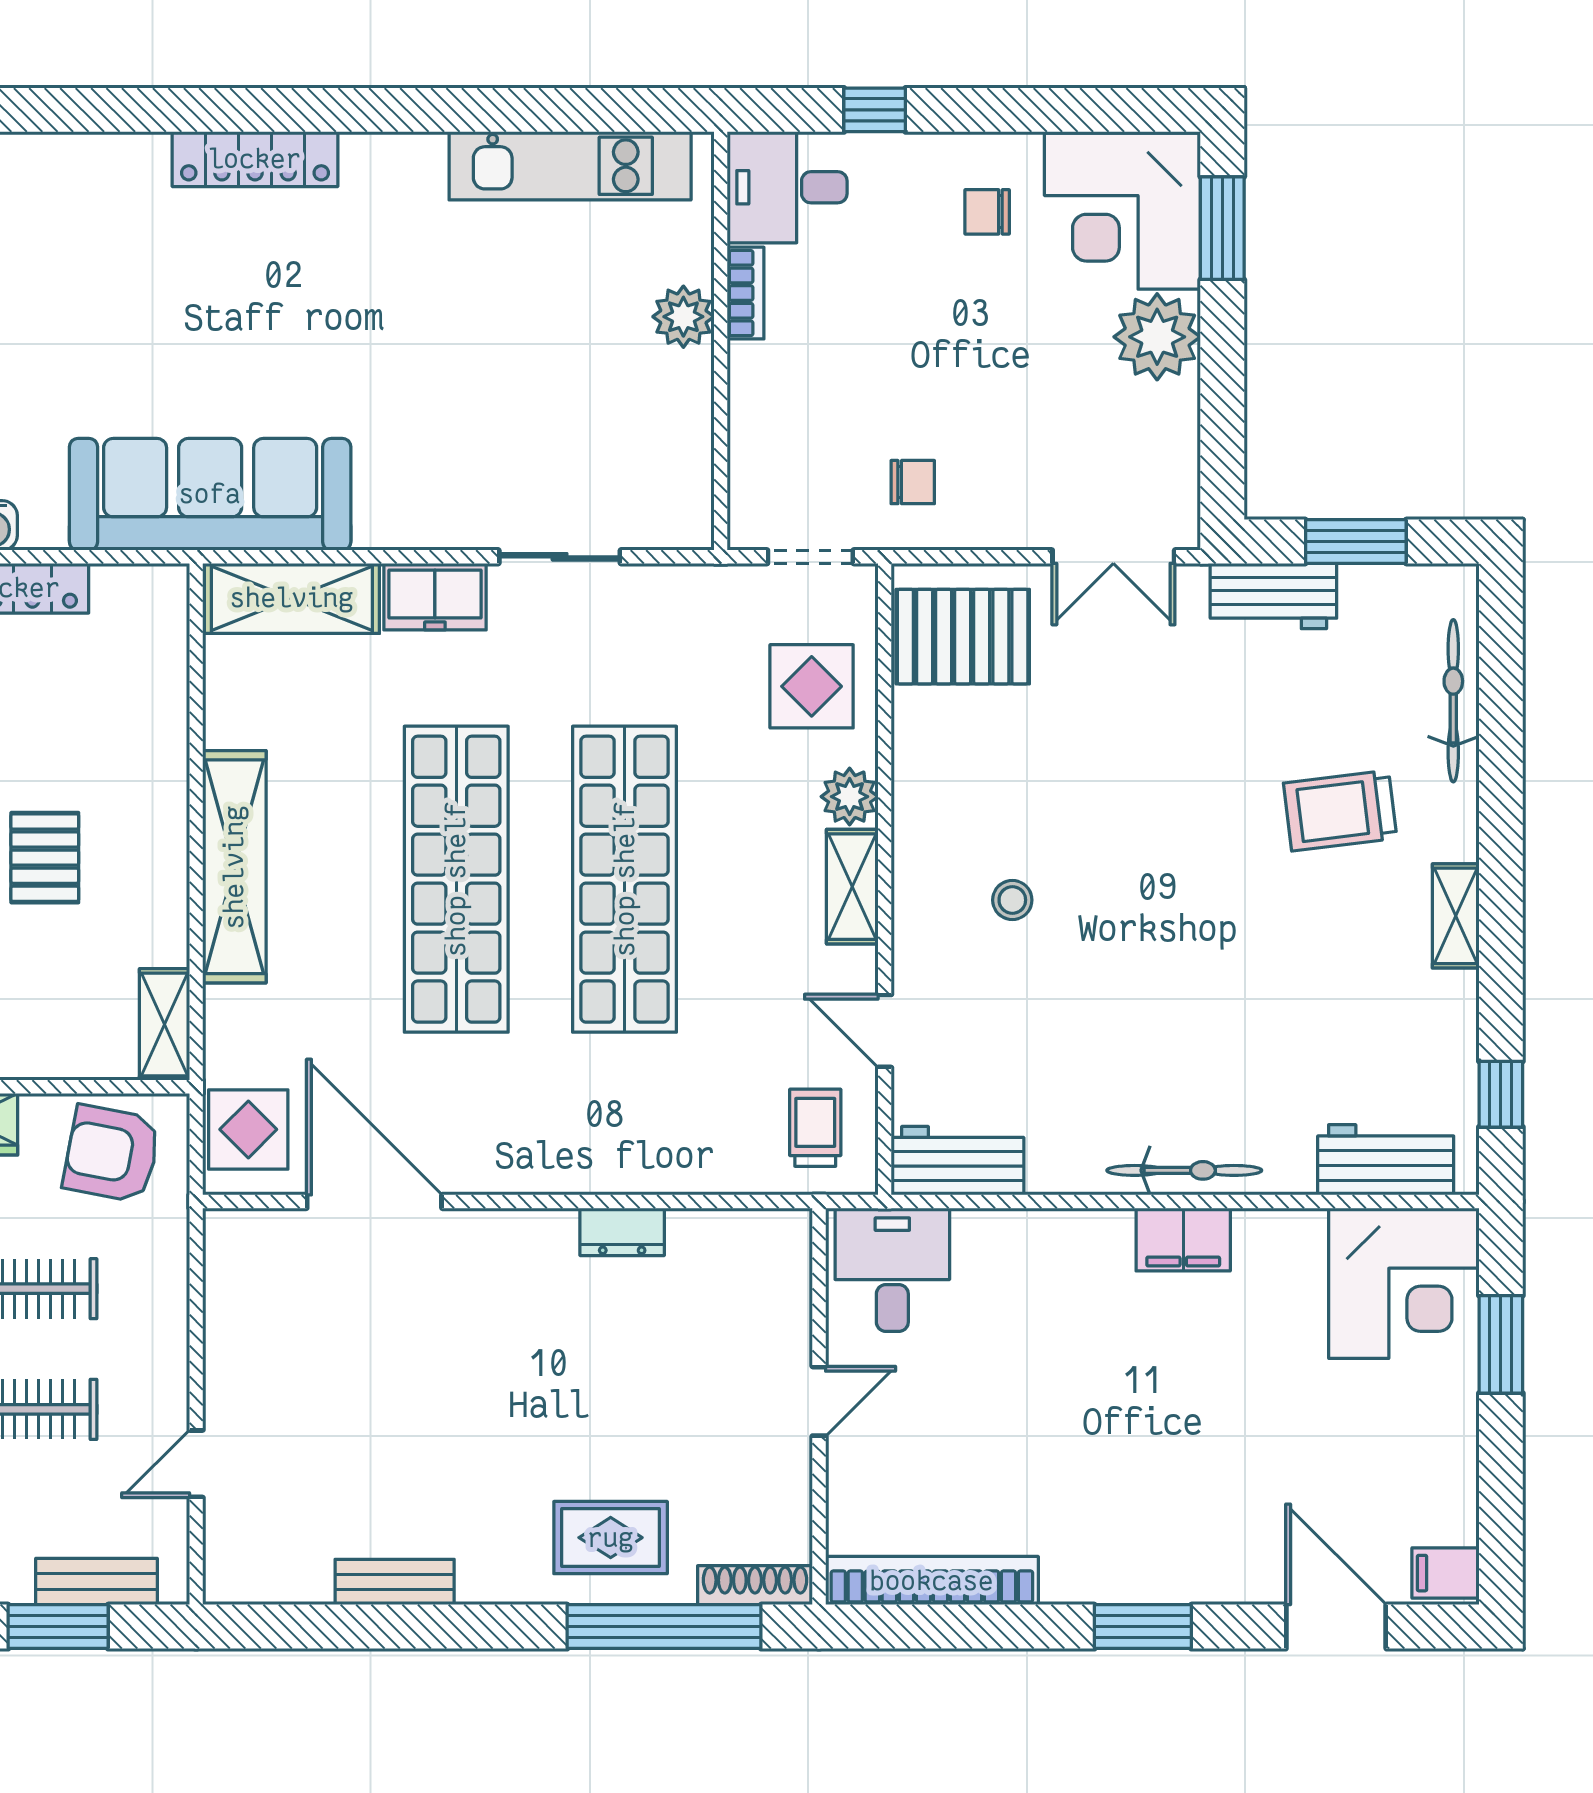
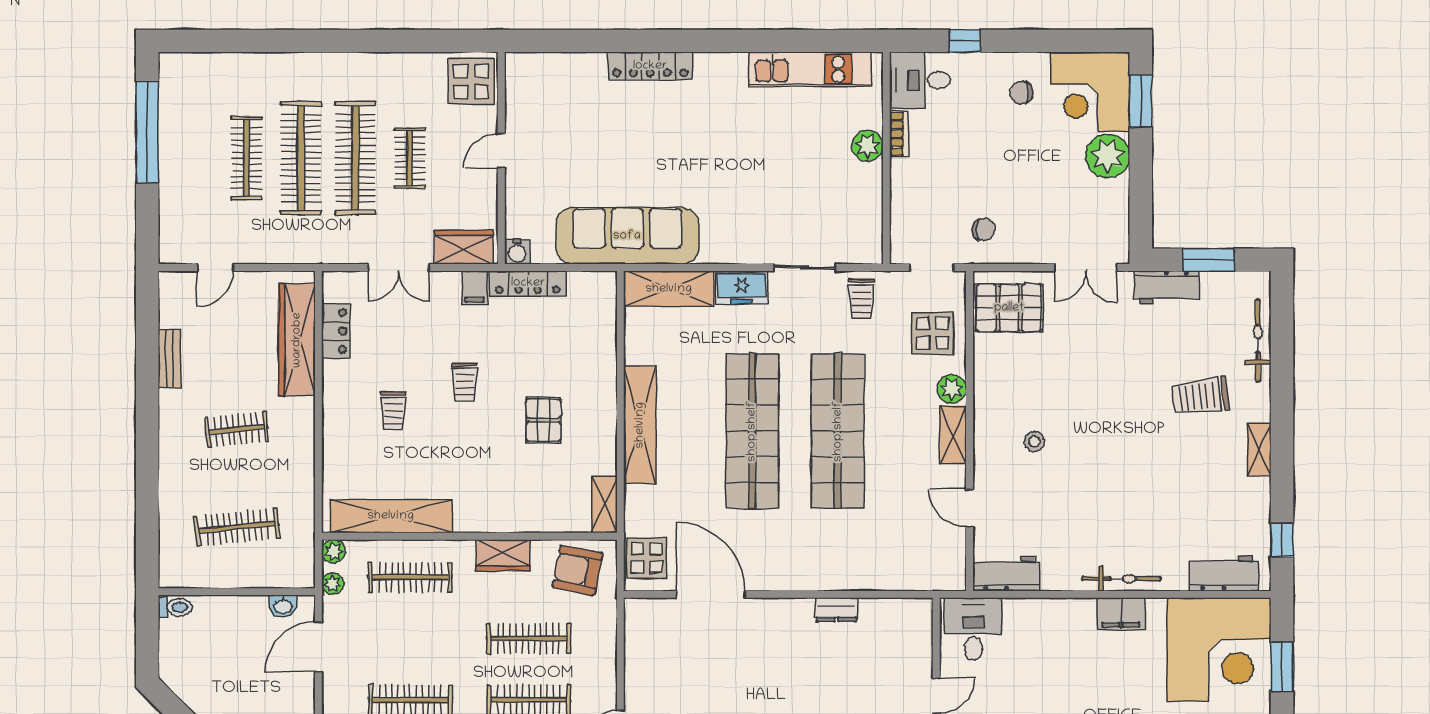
trolley: (815, 1128) -> (861, 299), moved, turned 180
corner desk: (1404, 1283) -> (1219, 650), width x1.36, depth x1.36

